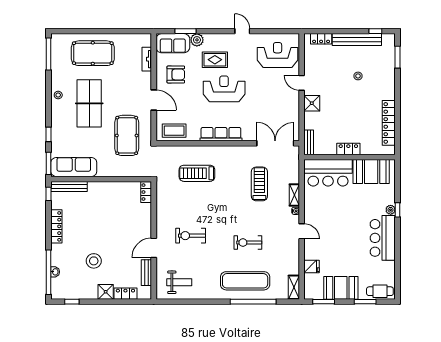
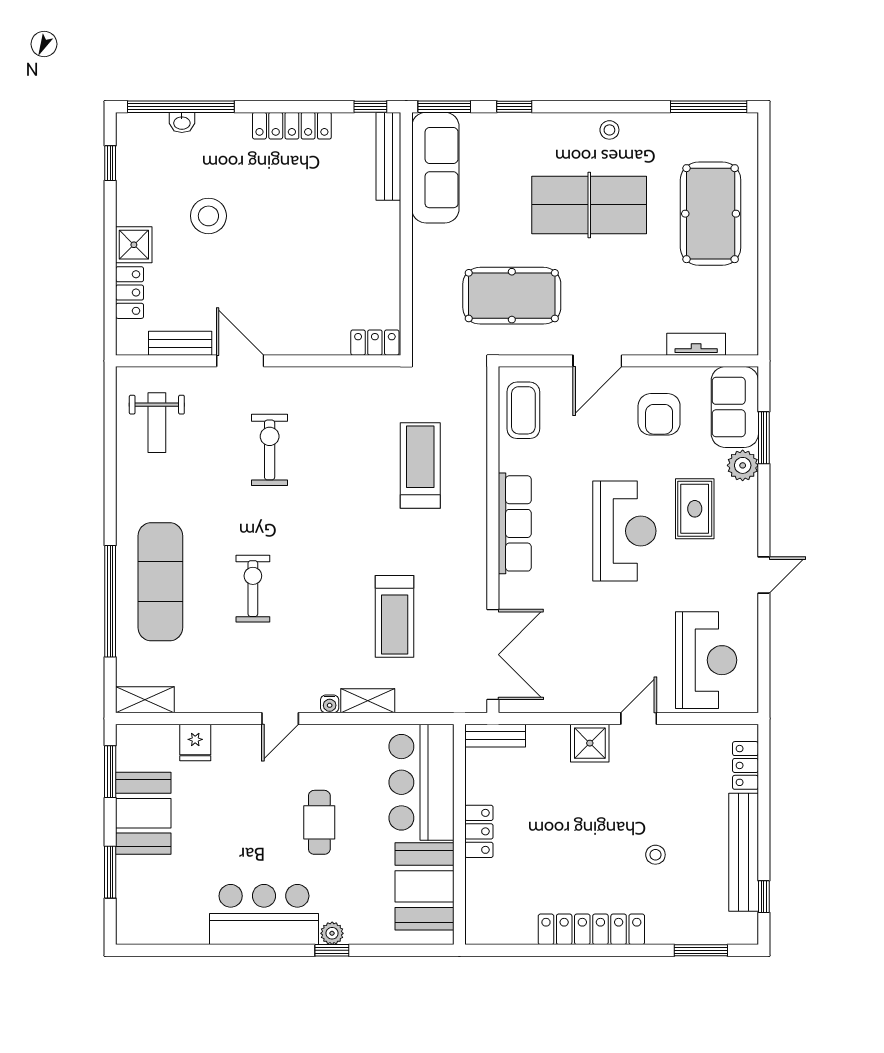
locker: (389, 123) -> (591, 929), moved
treadmill: (259, 184) -> (395, 616), turned 90
cafe table: (380, 291) -> (319, 822), moved

